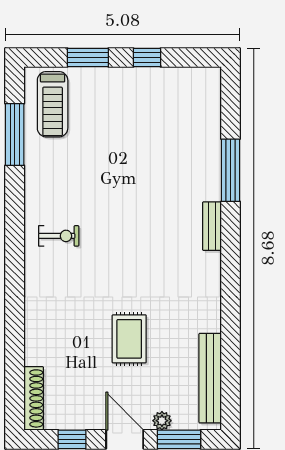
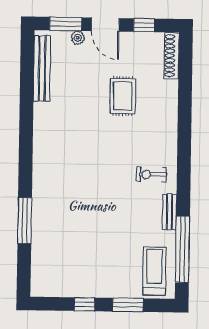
window: (15, 135) -> (182, 249), width x1.46
bench: (212, 226) -> (170, 212), moved
rug: (129, 339) -> (123, 96), moved

